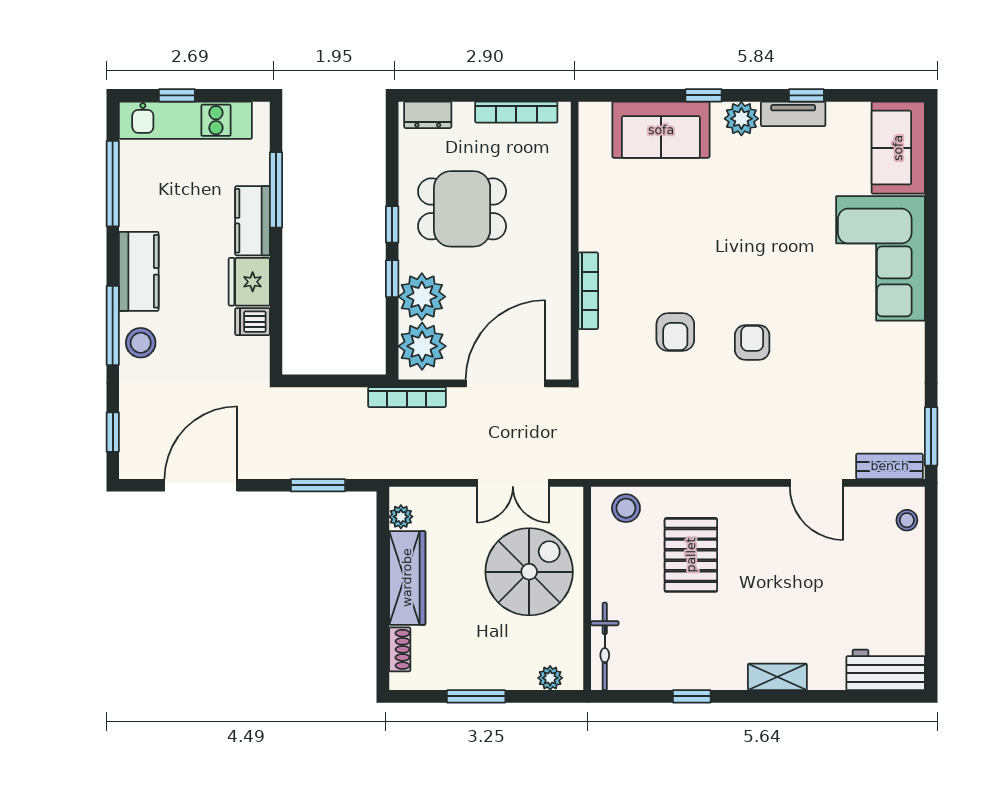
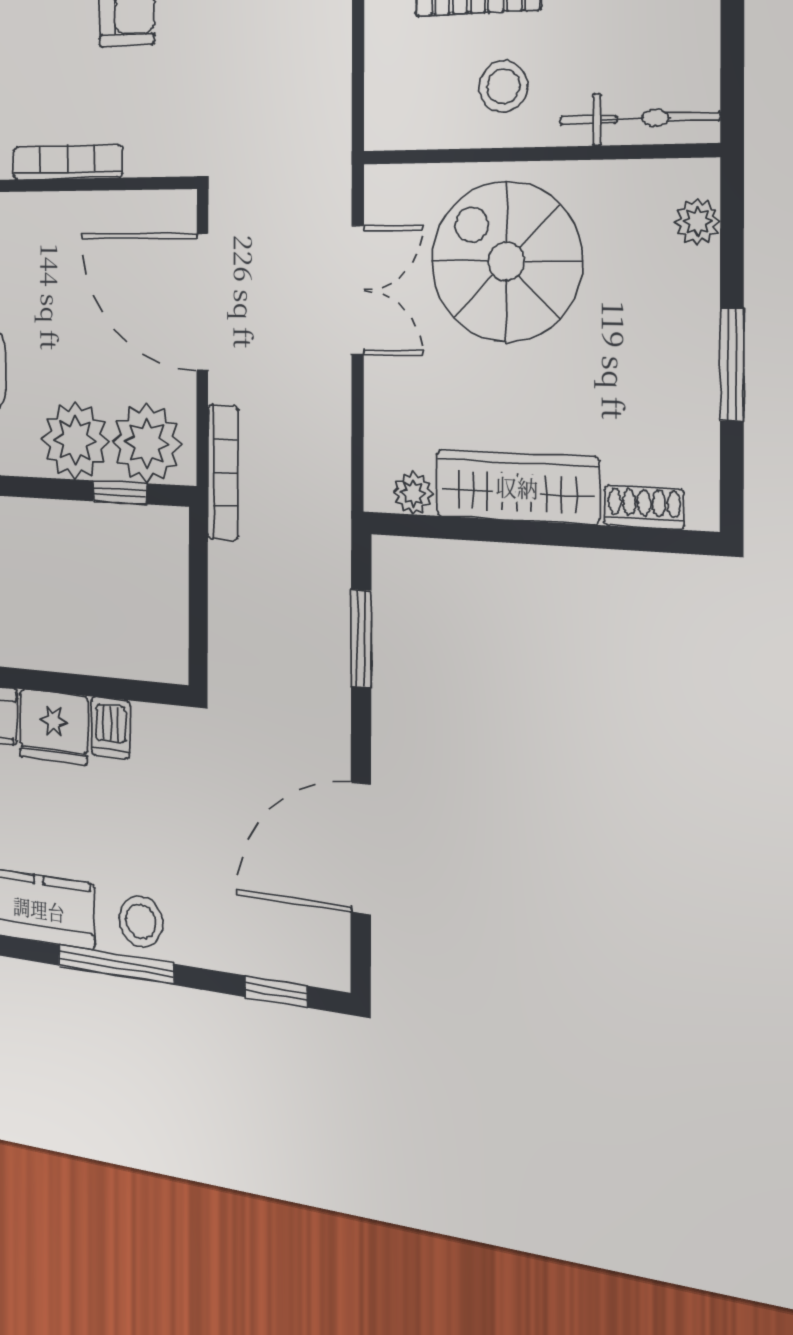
window: (392, 279) -> (120, 492), moved
door: (201, 485) -> (361, 848), hinge flipped
stool: (626, 508) -> (503, 86), moved

